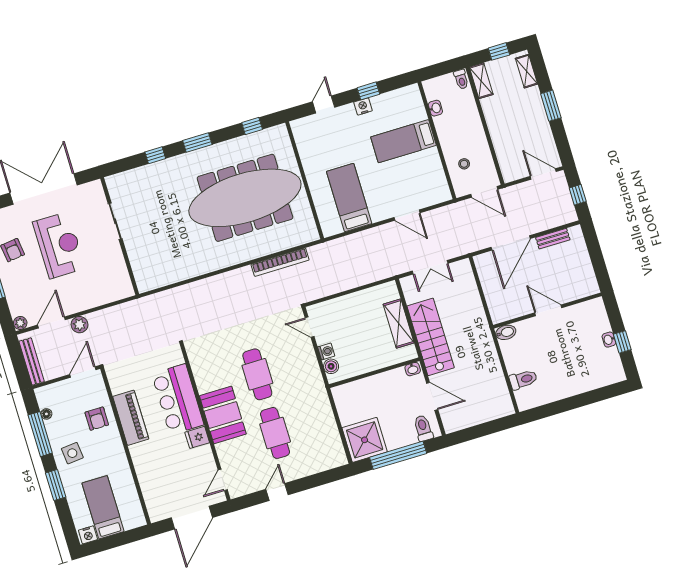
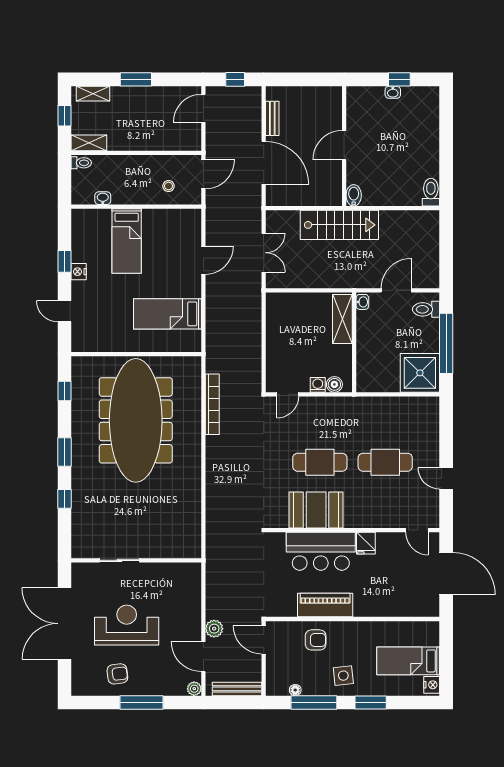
shelving: (399, 324) -> (342, 319), moved, turned 90
stairs: (431, 337) -> (339, 225), moved, turned 180
toilet: (523, 380) -> (431, 192), moved
booth: (223, 415) -> (316, 510), moved

